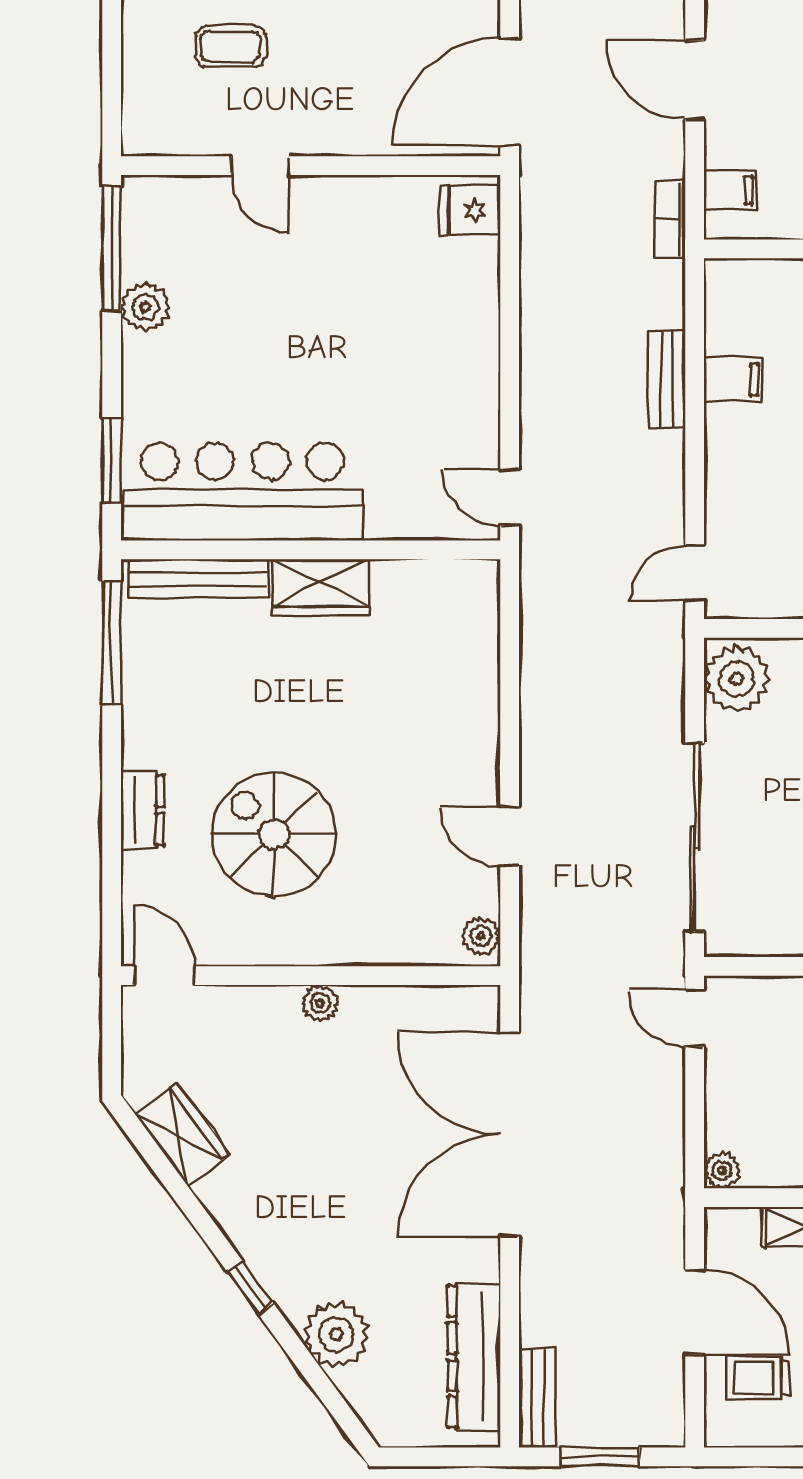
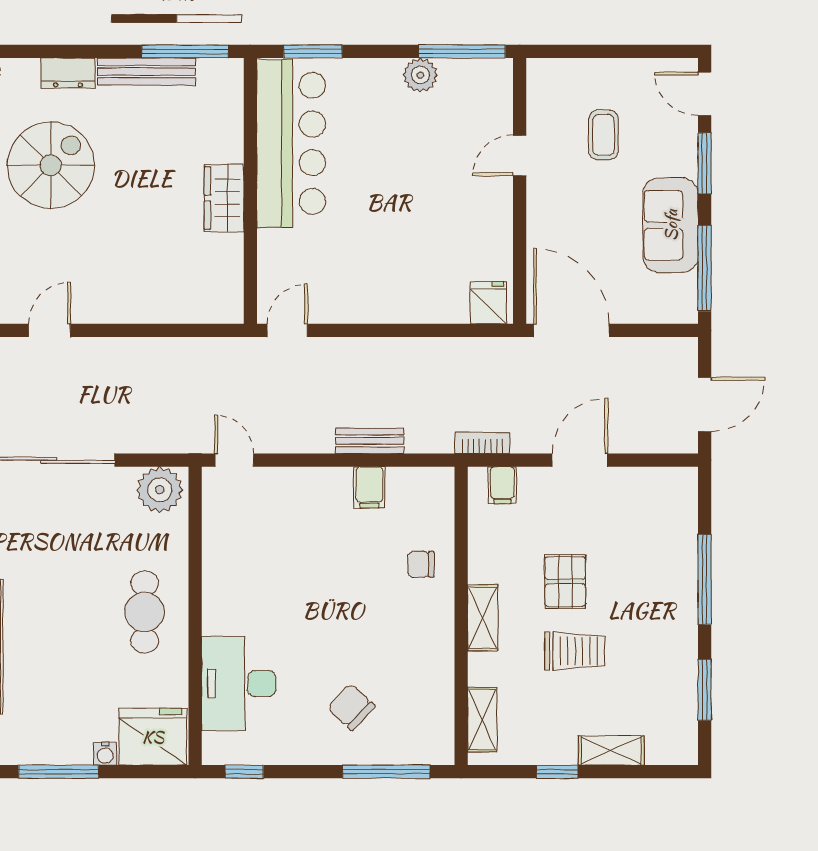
bench: (198, 579) -> (146, 72), moved, turned 90

